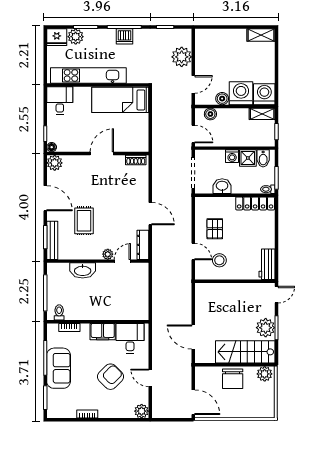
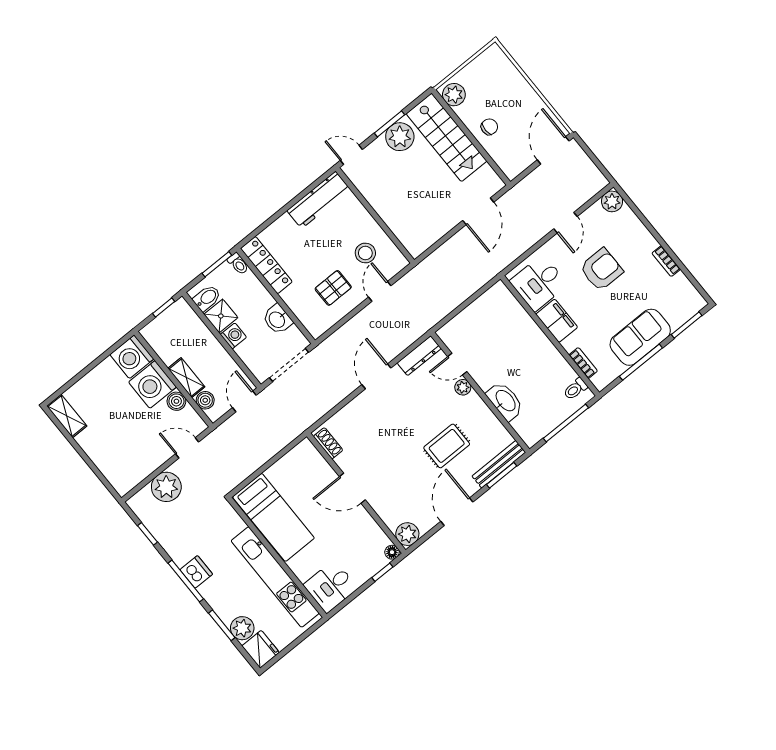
shelving: (262, 114) -> (186, 378), moved
workbench: (267, 264) -> (319, 200), width x1.38
armchair: (110, 377) -> (601, 269), turned 135
chair: (233, 379) -> (489, 127), width x0.54, depth x0.54

